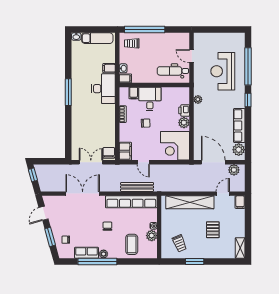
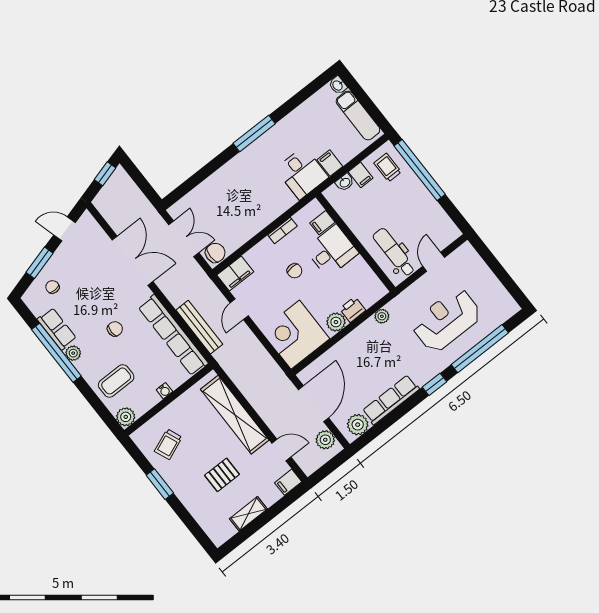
filing cabinet: (125, 78) -> (361, 175), moved
desk: (103, 89) -> (302, 173), width x0.73
plant: (152, 236) -> (126, 417), moved
shelving: (240, 248) -> (248, 514), moved

